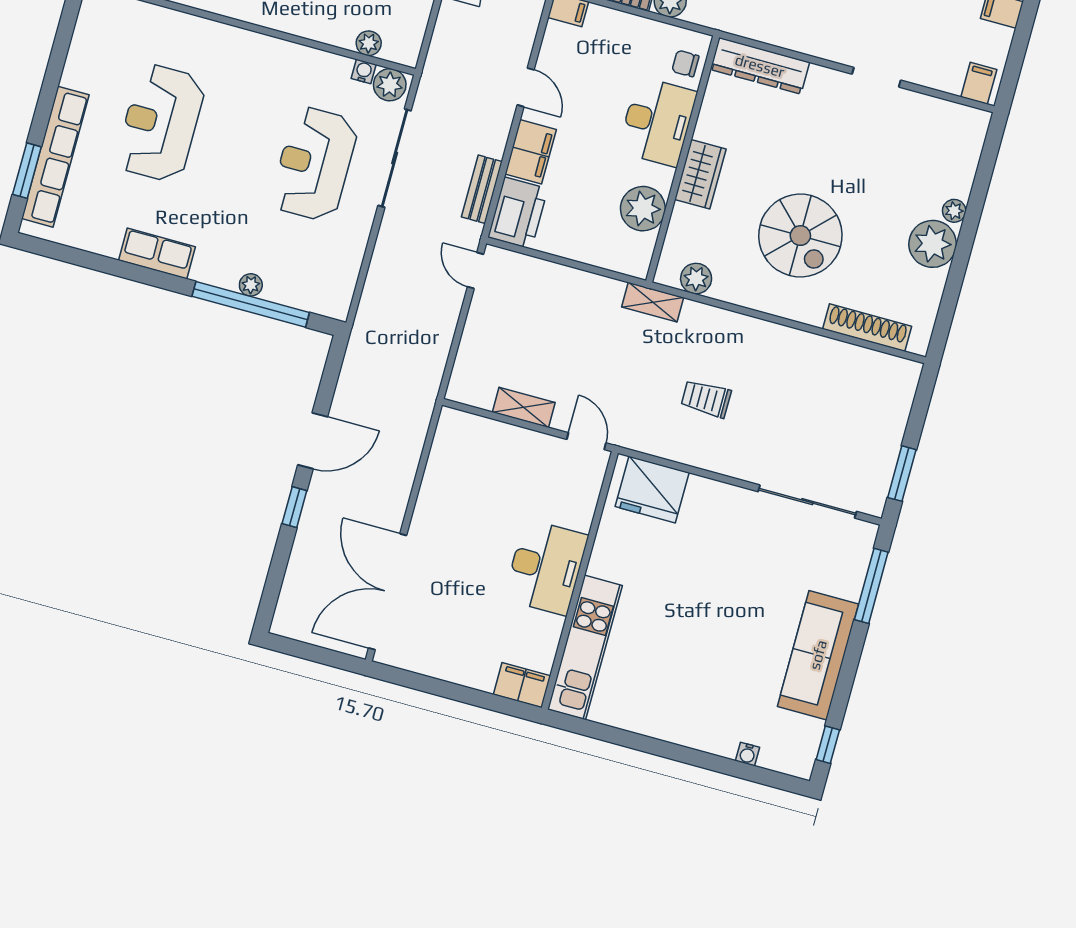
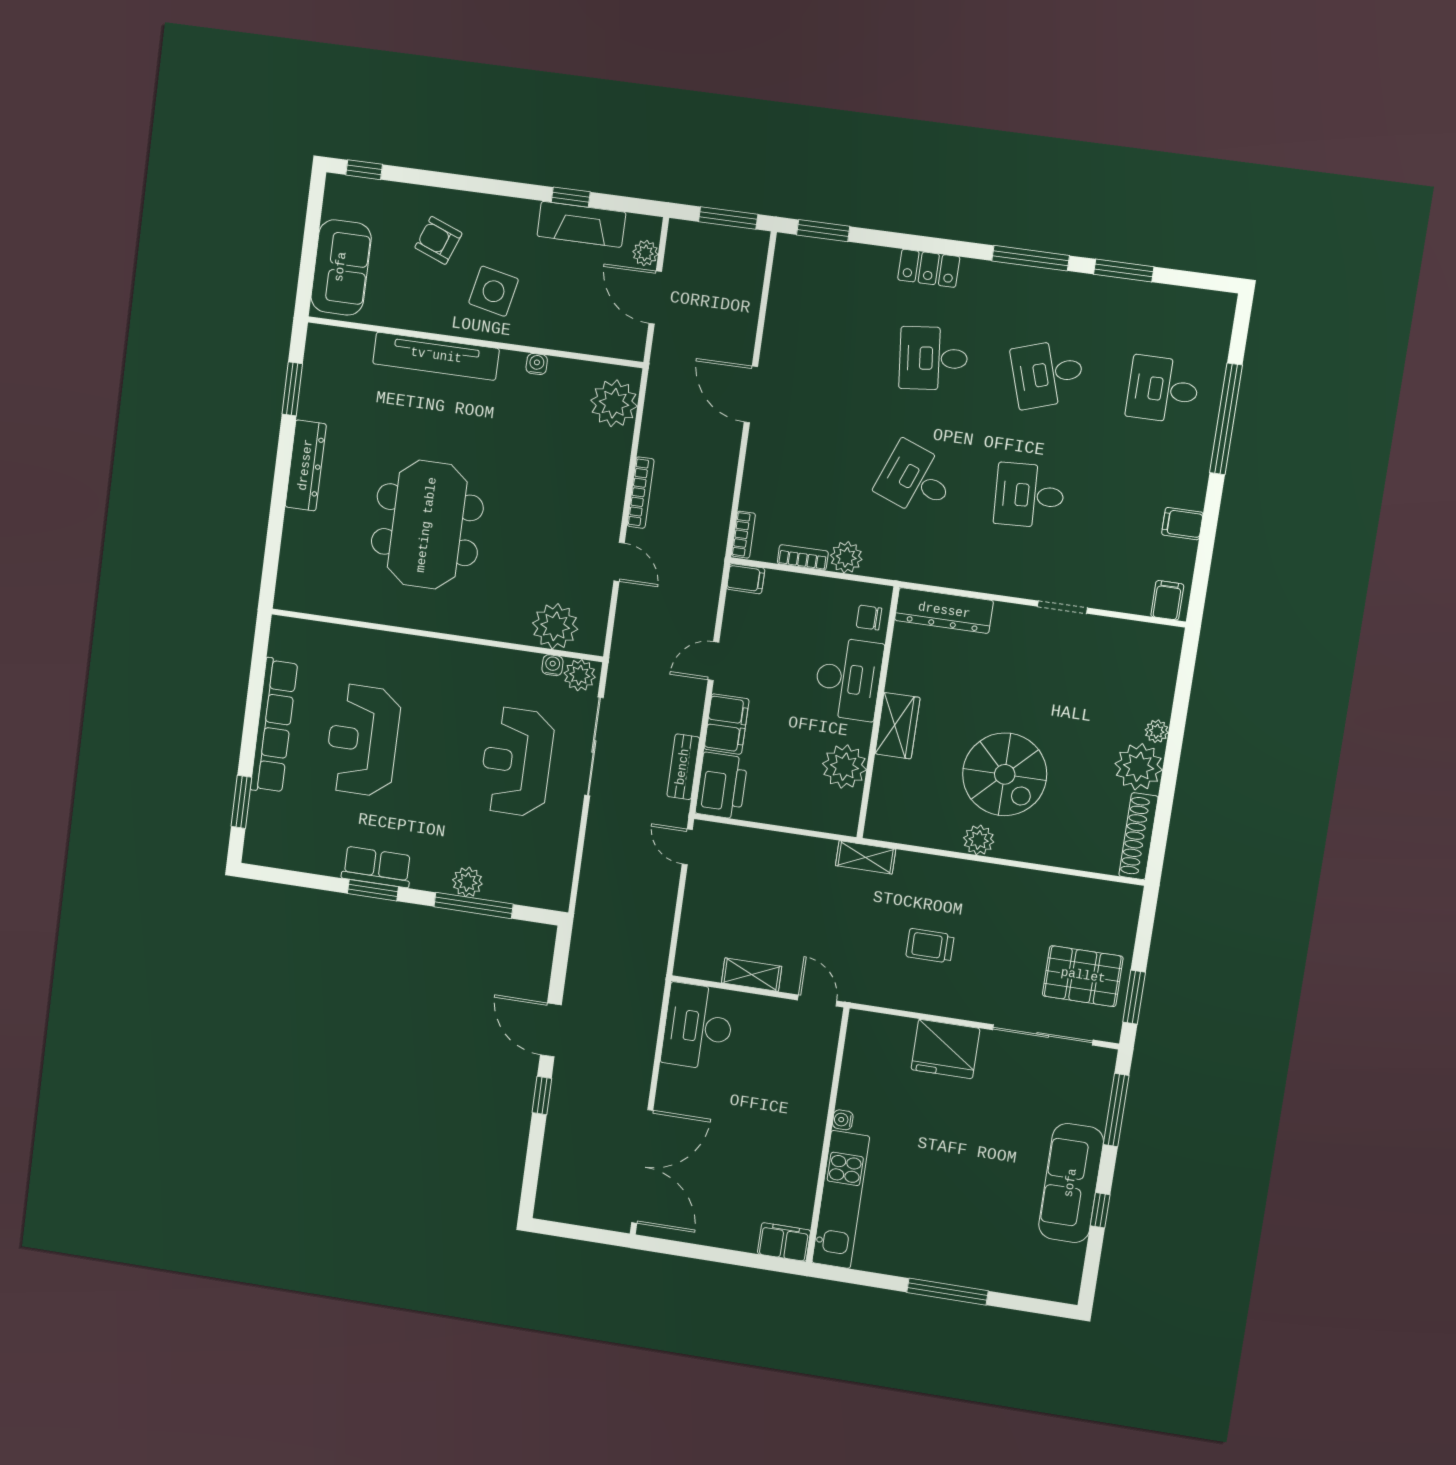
plant: (369, 43) -> (555, 626), width x1.87, depth x1.87
door: (526, 87) -> (713, 661), swing flipped
row of seats: (55, 157) -> (274, 726), moved
window: (150, 277) -> (373, 890), added
plant: (696, 279) -> (979, 840), moved
plant: (251, 285) -> (467, 882), width x1.38, depth x1.38
window: (251, 304) -> (474, 905), width x0.68
shoe rack: (867, 328) -> (1138, 836), moved, turned -90
door: (313, 441) -> (551, 1030), swing flipped
pallet: (854, 447) -> (1083, 976), added
fridge: (652, 490) -> (945, 1049), moved
desk: (546, 567) -> (698, 1027), moved, turned 180
double door: (388, 592) -> (642, 1167), swing flipped
window: (828, 745) -> (1100, 1210), moved
window: (681, 754) -> (947, 1292), added
water cooler: (748, 754) -> (843, 1120), moved, turned 90

